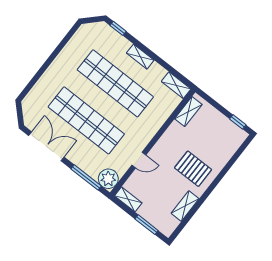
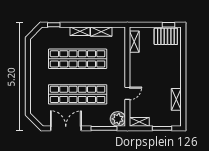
shelving: (176, 85) -> (101, 32), moved
pallet: (193, 169) -> (166, 36), moved

